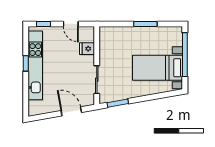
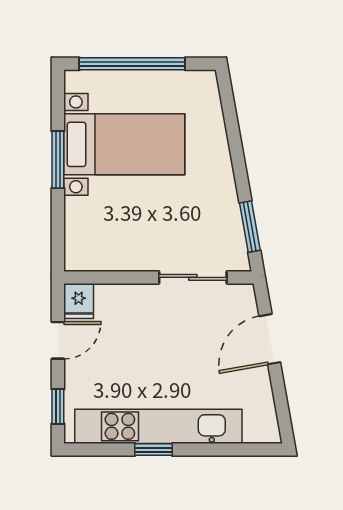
fridge: (87, 49) -> (79, 301), moved
bed with nightstands: (158, 68) -> (124, 144), moved, turned -90

